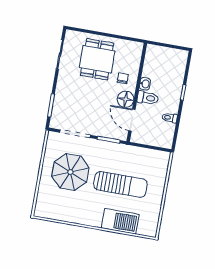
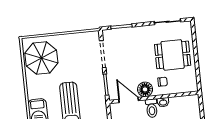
door: (132, 120) -> (129, 100), hinge flipped
parasol: (70, 172) -> (41, 58), moved

